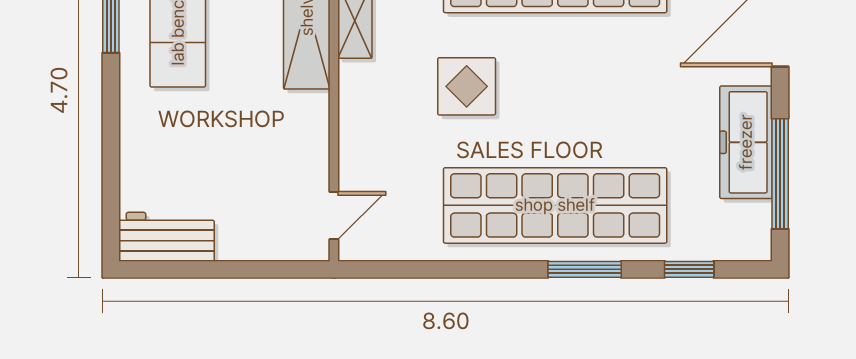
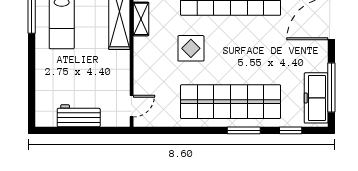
freezer: (746, 142) -> (316, 98), moved
workbench: (166, 237) -> (79, 116), moved

